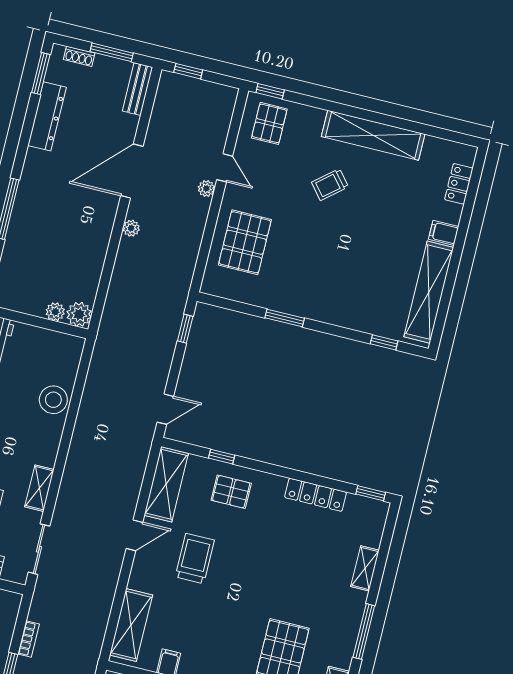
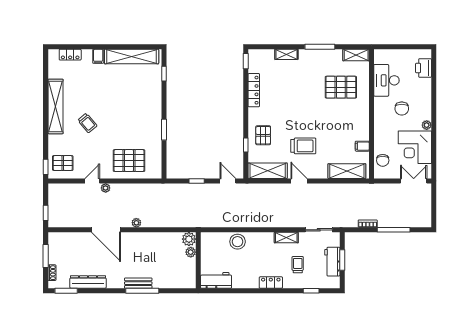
bench: (138, 89) -> (138, 283), moved
window: (185, 329) -> (197, 181), moved
trolley: (195, 559) -> (303, 146), turned 180

